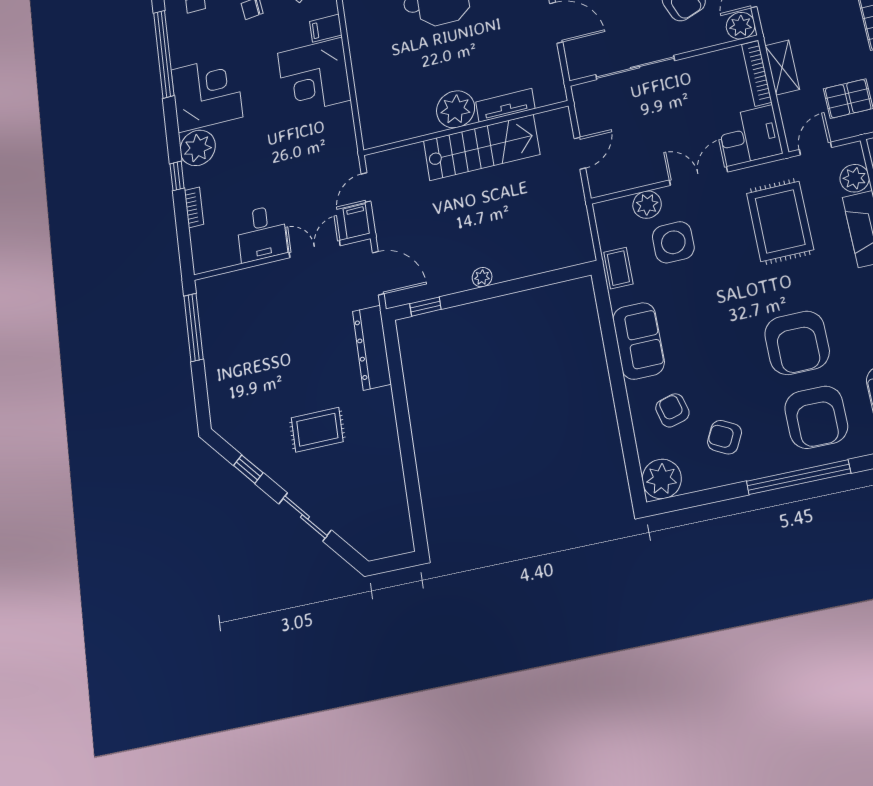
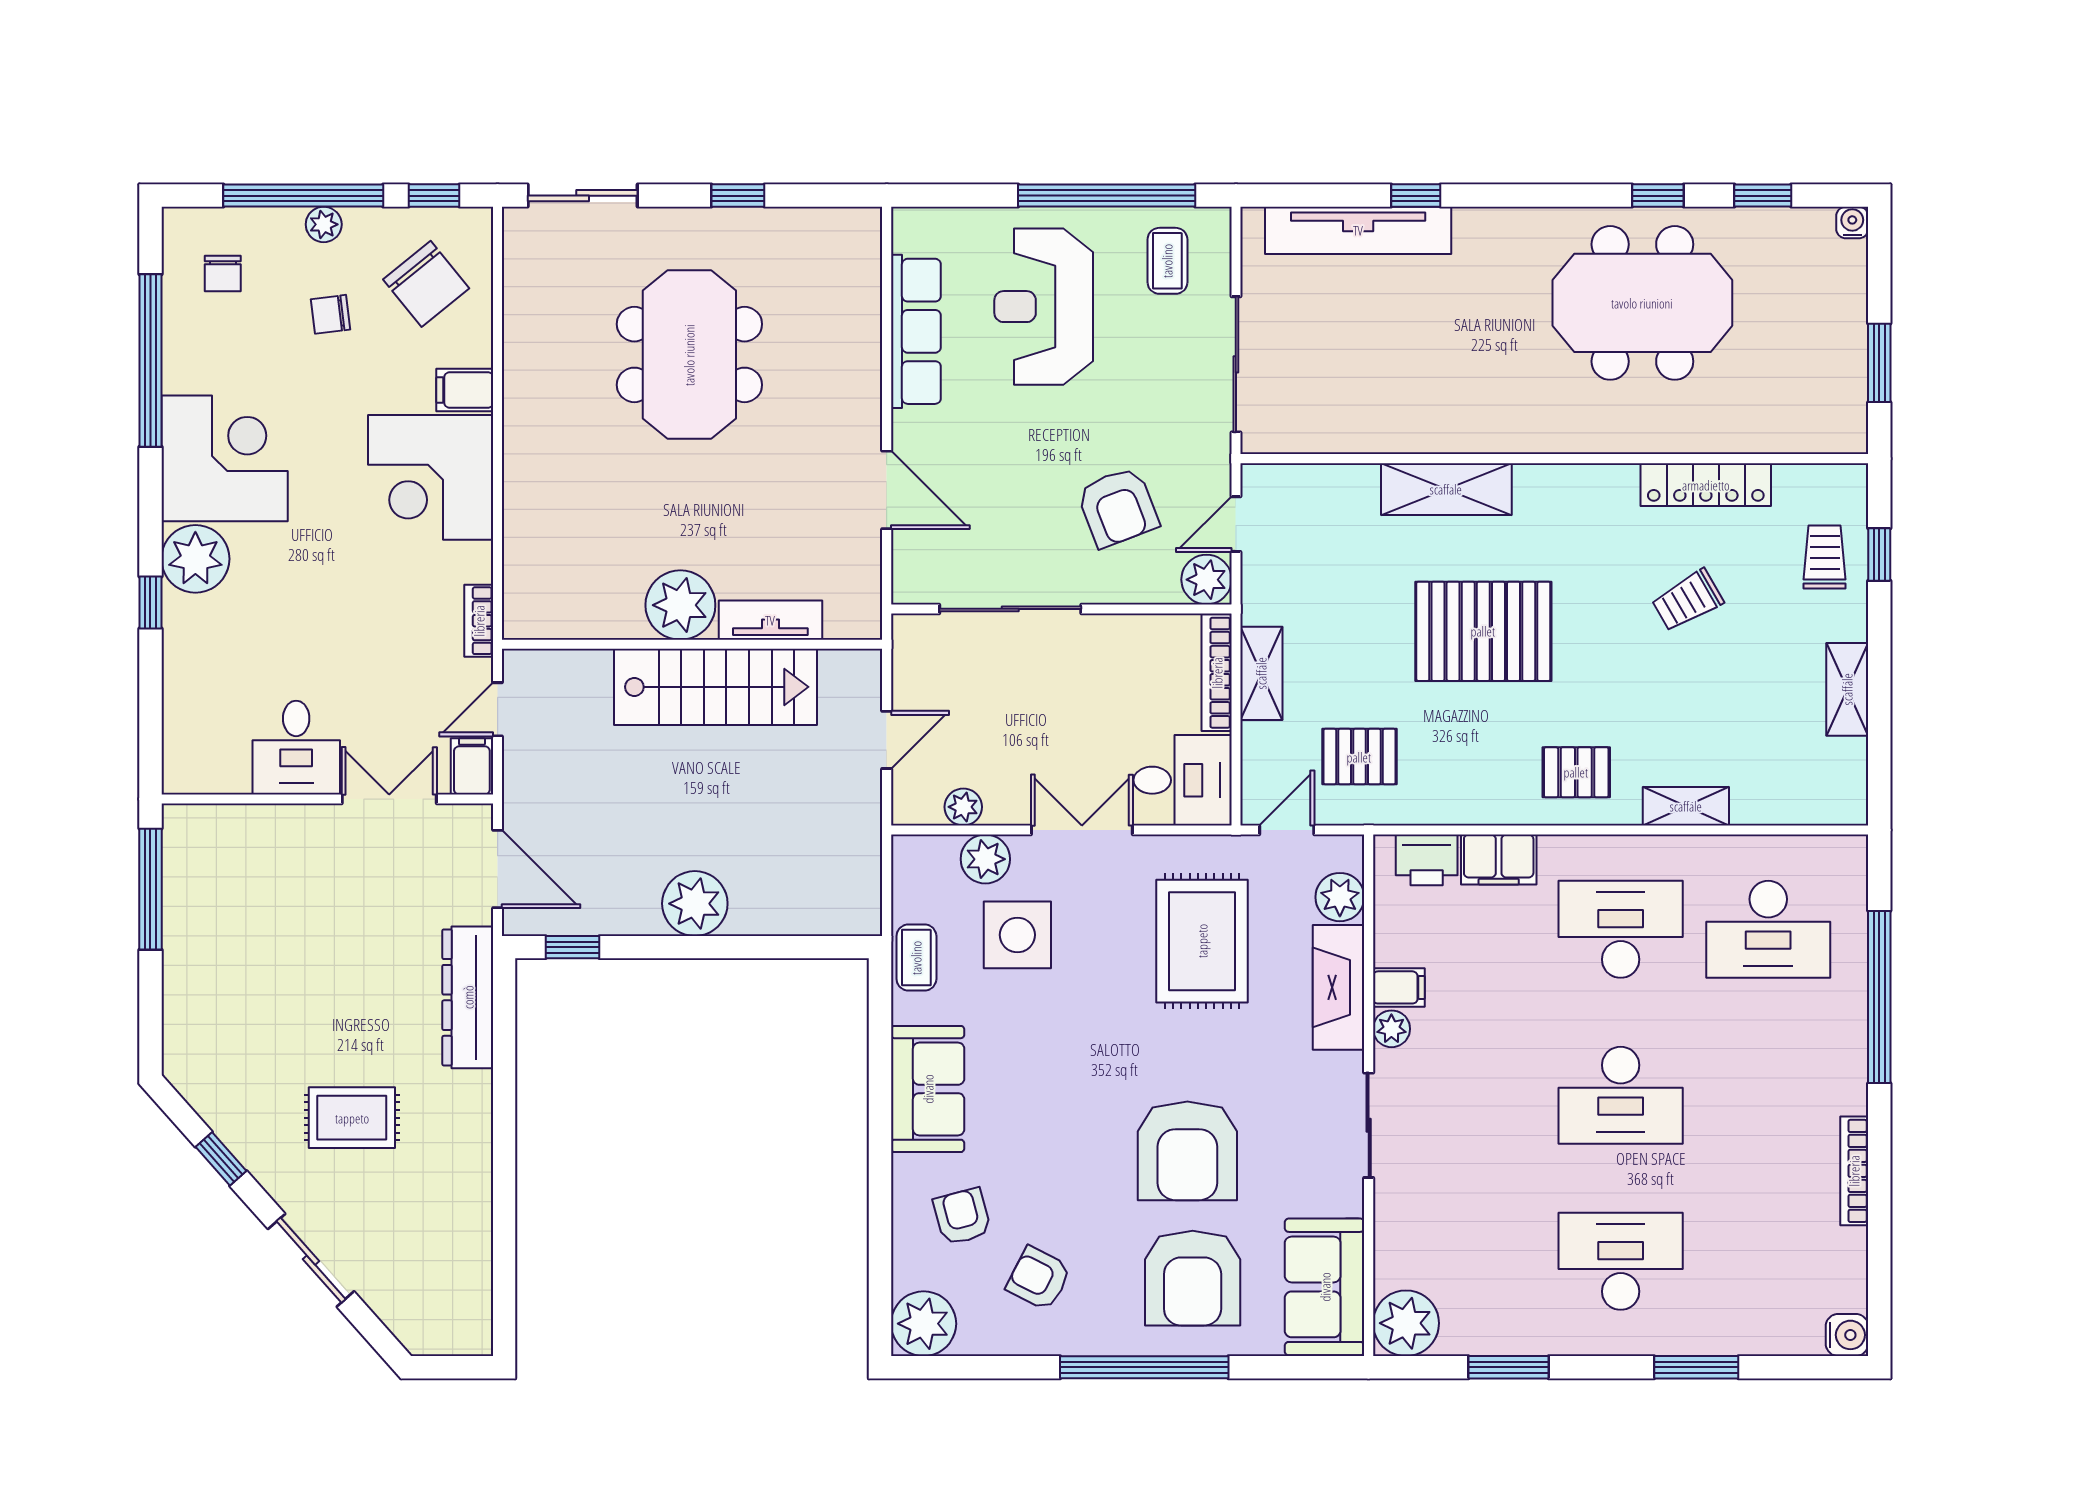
plant: (629, 179) -> (963, 807), added
bookcase: (194, 207) -> (479, 621), moved, turned 180
plant: (482, 277) -> (695, 904), width x1.87, depth x1.87

